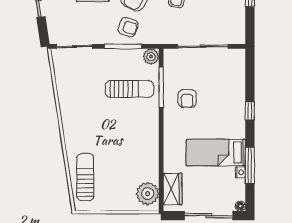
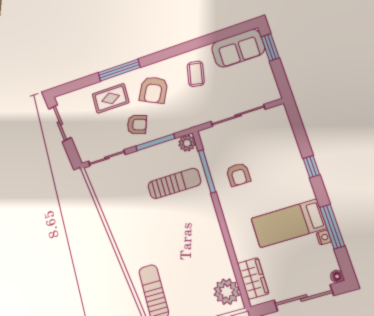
armchair: (128, 27) -> (137, 125), moved

